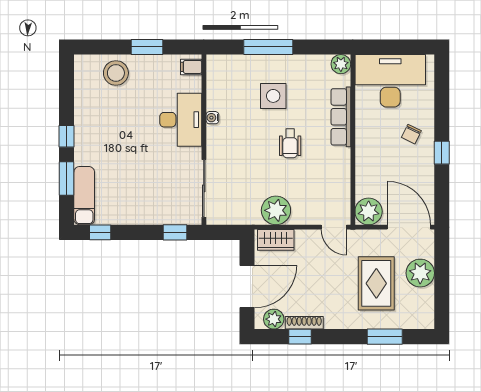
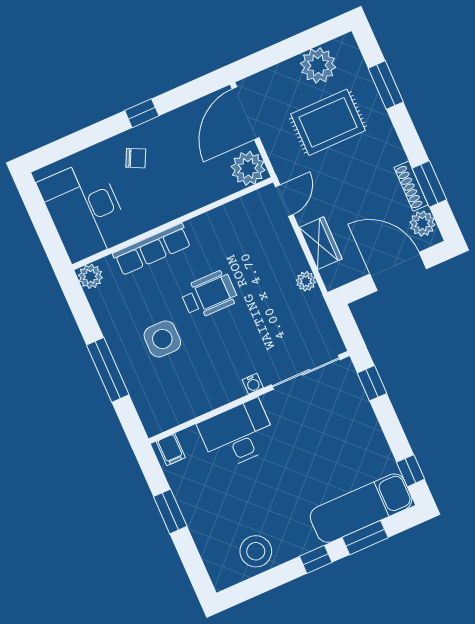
stool: (116, 73) -> (256, 551), moved
water cooler: (212, 118) -> (253, 384), moved
wheelchair: (290, 143) -> (209, 295), width x1.36, depth x1.37
exam couch: (84, 196) -> (361, 508), width x1.36, depth x1.45
plant: (276, 210) -> (306, 281), width x0.53, depth x0.53
wardrobe: (276, 240) -> (321, 243), moved
plant: (420, 273) -> (318, 65), moved
window: (300, 337) -> (429, 184), width x1.50

